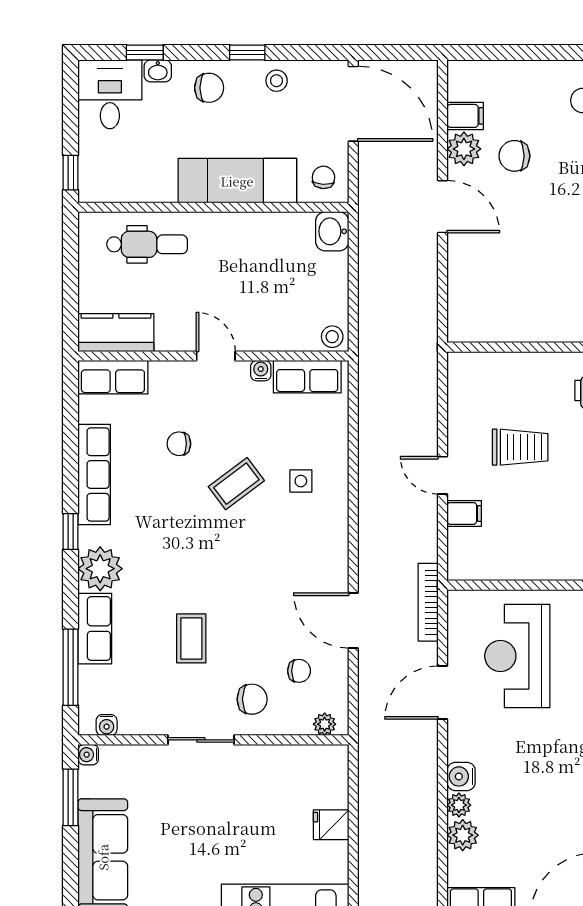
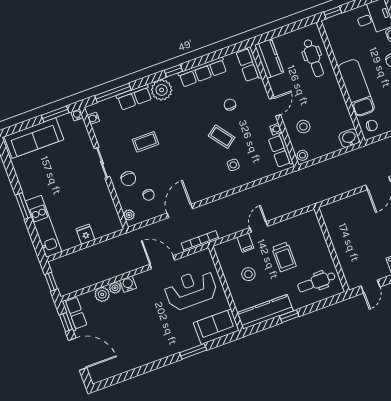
stool: (276, 314) -> (303, 127), added
stool: (529, 530) -> (248, 274), added

